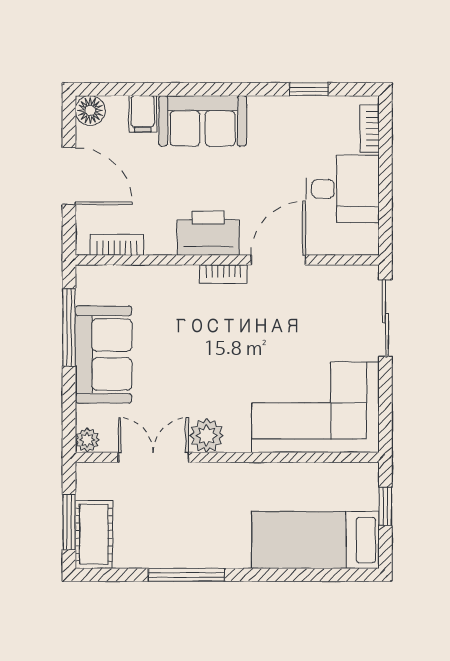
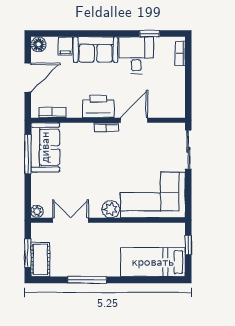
door: (69, 176) -> (28, 78), hinge flipped
desk: (343, 189) -> (136, 55), moved, turned -90
sofa: (103, 355) -> (45, 147), moved
plant: (207, 436) -> (111, 209), moved

